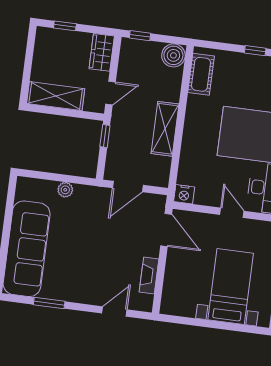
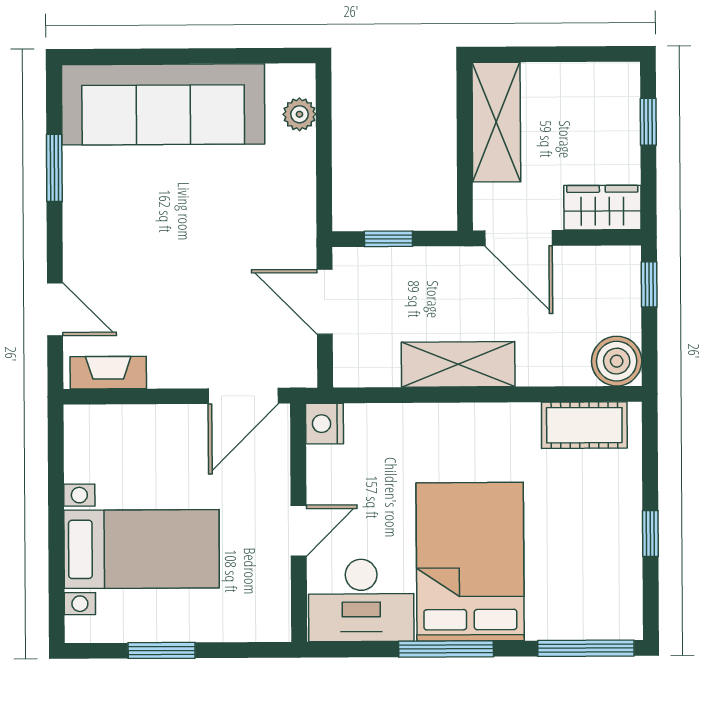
door: (111, 93) -> (519, 238), width x1.38
window: (105, 136) -> (388, 239), moved
plant: (65, 190) -> (299, 114), moved
fireplace: (149, 276) -> (108, 373), moved

